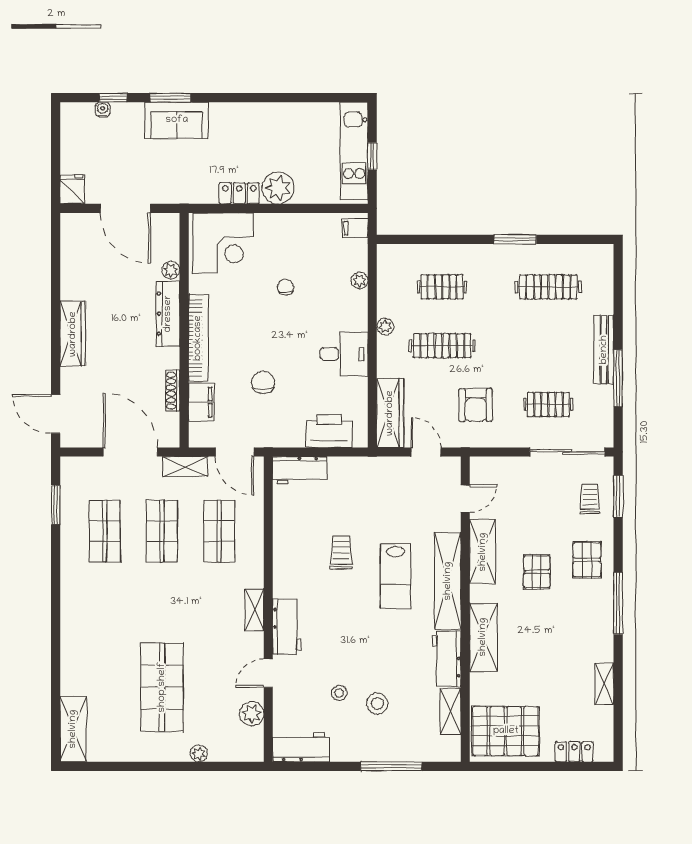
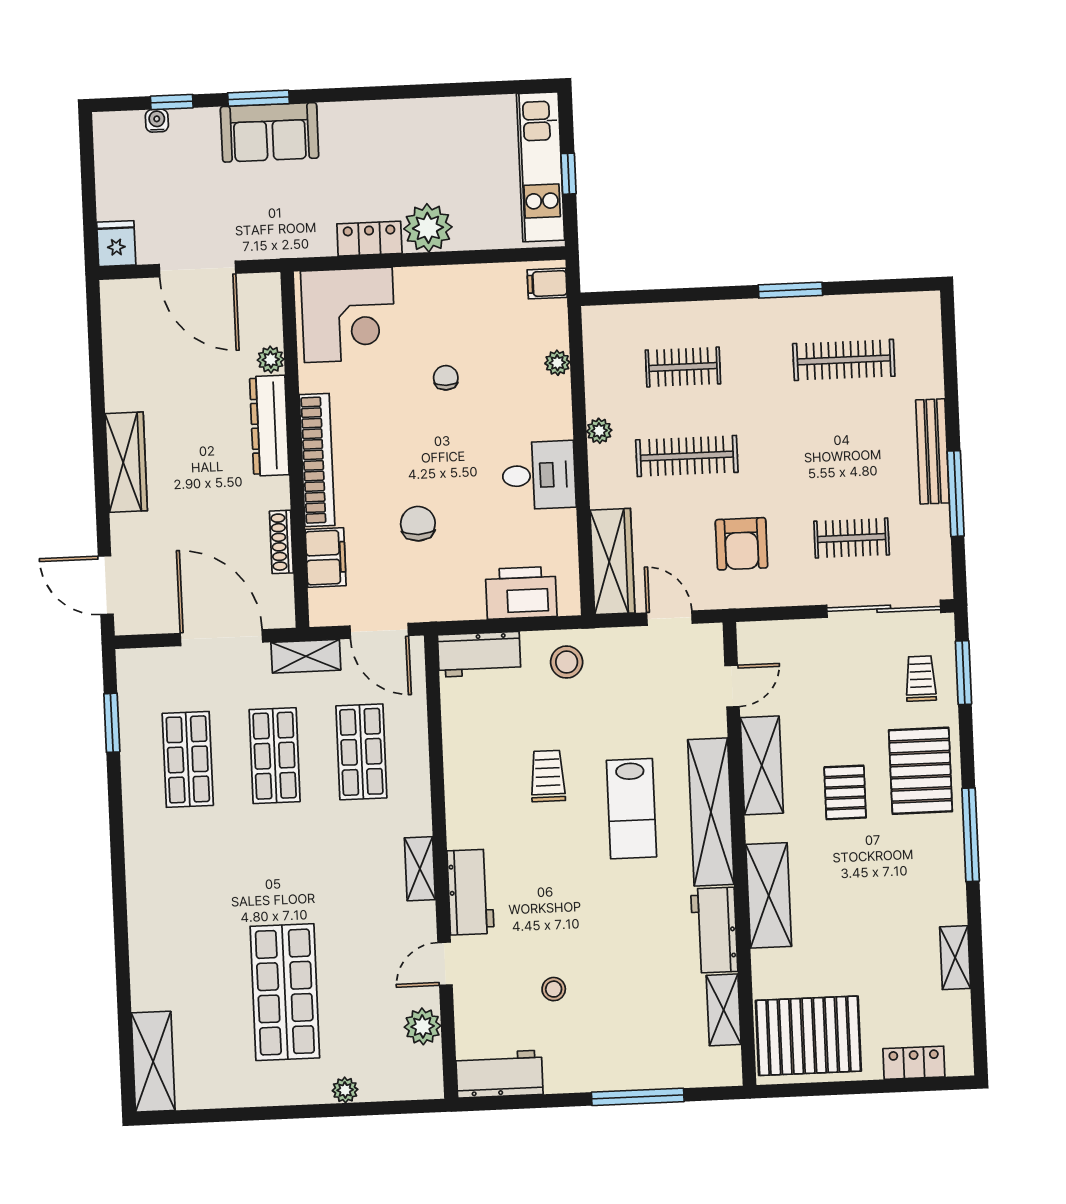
pallet: (587, 560) -> (921, 771), width x1.50, depth x1.42
stool: (377, 704) -> (567, 662), moved

